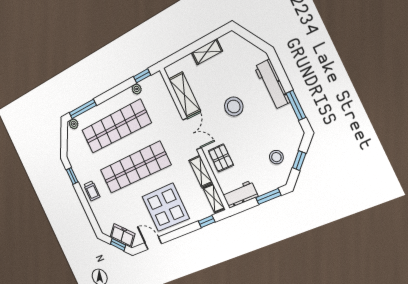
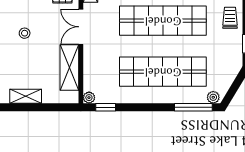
plant: (137, 89) -> (89, 98), moved
stool: (234, 107) -> (25, 33), width x0.53, depth x0.53

